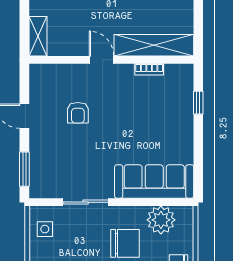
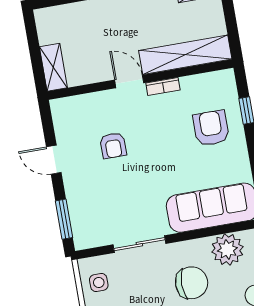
bookcase: (149, 69) -> (163, 87), moved
armchair: (165, 112) -> (211, 128), added

